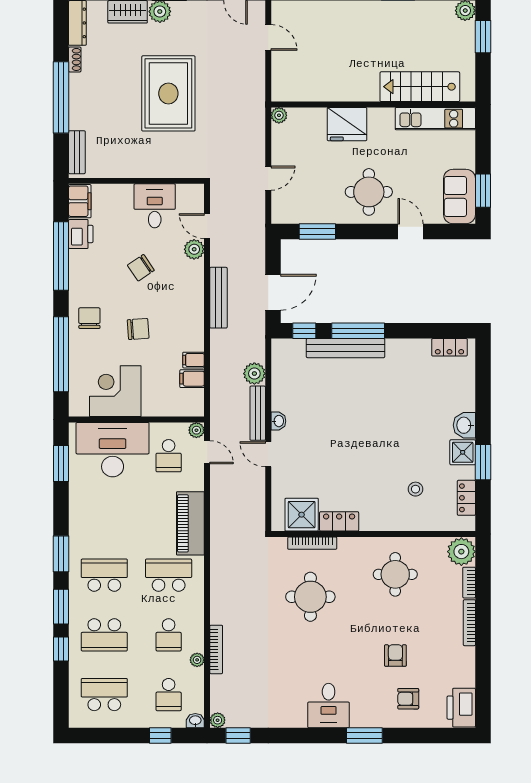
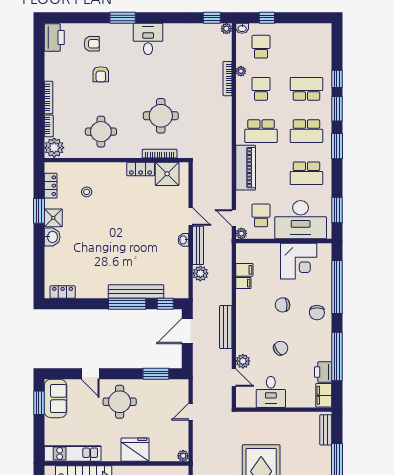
school desk: (104, 695) -> (306, 173), moved

